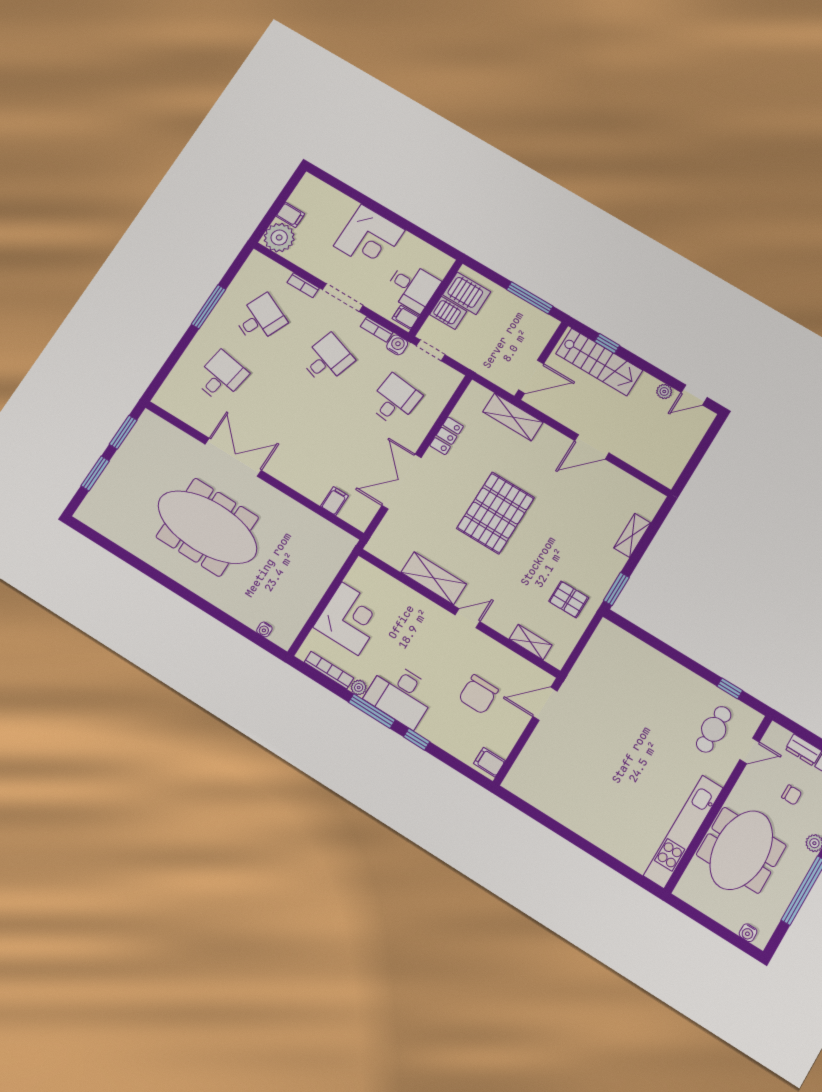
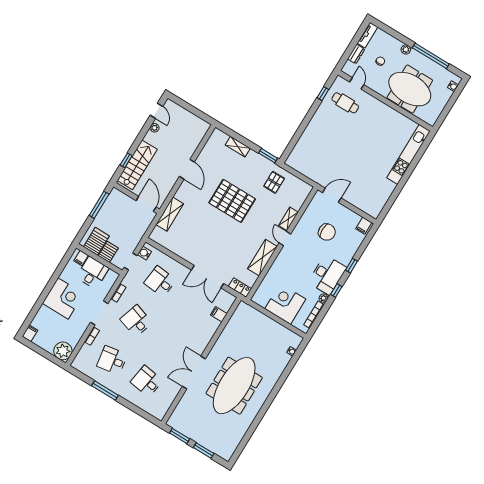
filing cabinet: (290, 215) -> (30, 333), moved
filing cabinet: (406, 317) -> (81, 258), moved
desk: (260, 319) -> (112, 360), turned -33
water cooler: (397, 345) -> (144, 253), moved
locker: (447, 436) -> (240, 288), moved
pallet: (495, 513) -> (232, 201), moved
shelving: (531, 642) -> (288, 219), moved
door: (545, 704) -> (332, 195), swing flipped
window: (372, 711) -> (336, 291), width x0.46
kitchen unit: (683, 832) -> (408, 154), moved, turned 90

